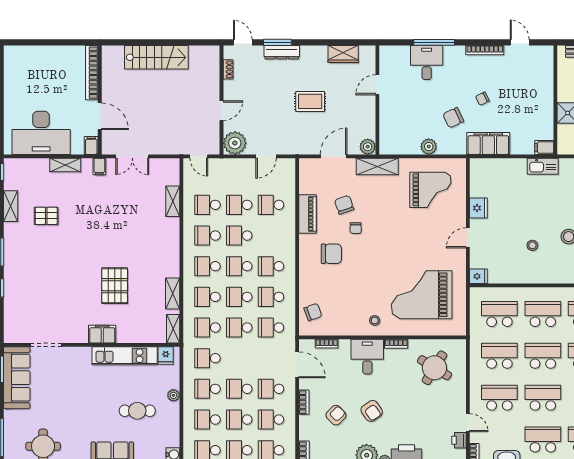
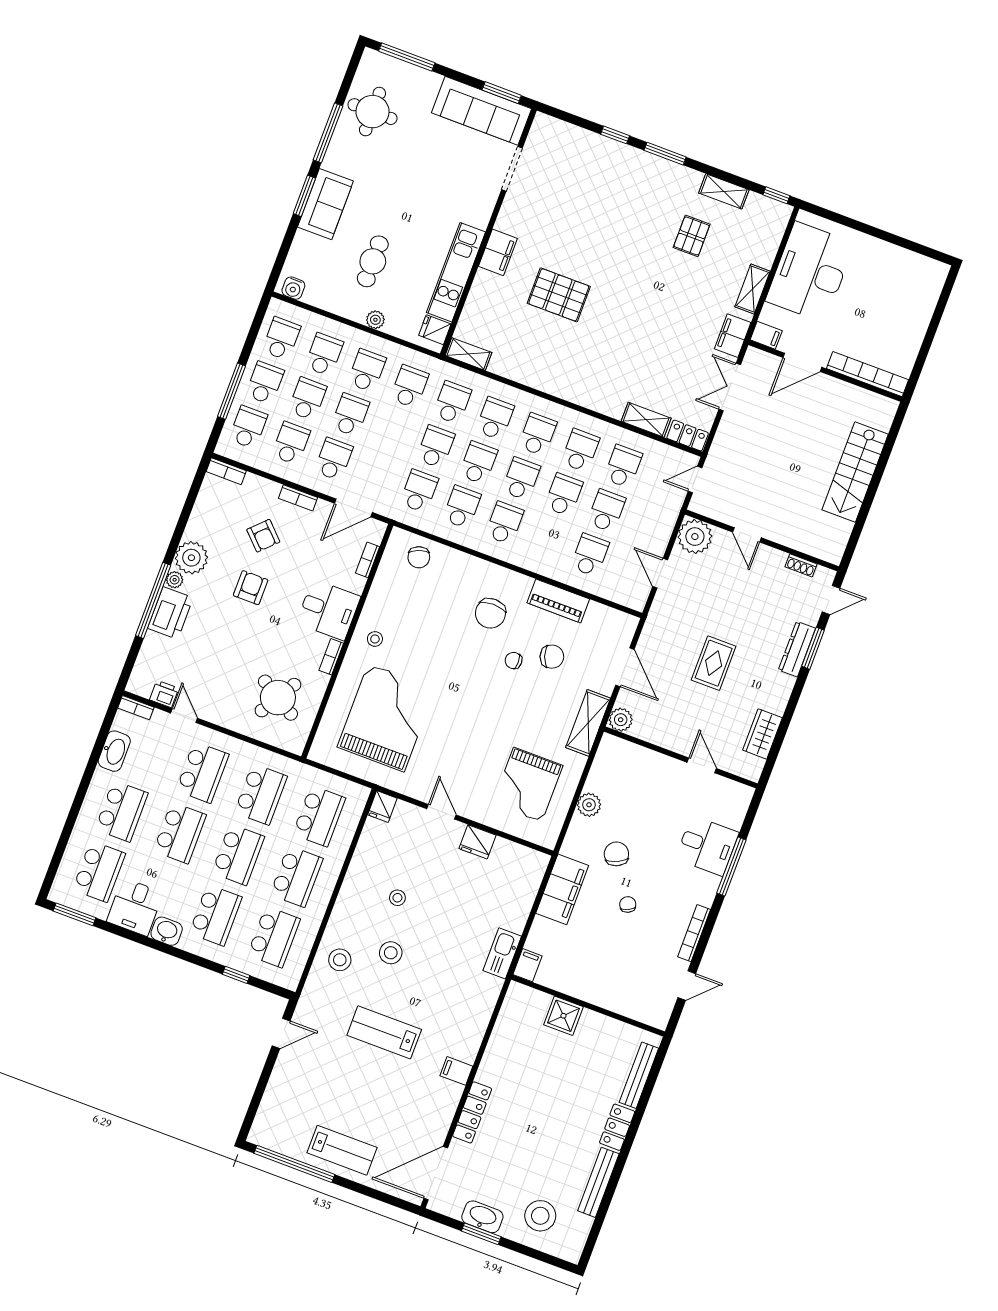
filing cabinet: (99, 167) -> (733, 336), width x2.00
locker: (173, 171) -> (688, 436), added
shelving: (173, 294) -> (518, 372), removed
armchair: (372, 411) -> (251, 588), turned 125
door: (468, 423) -> (184, 716), swing flipped

